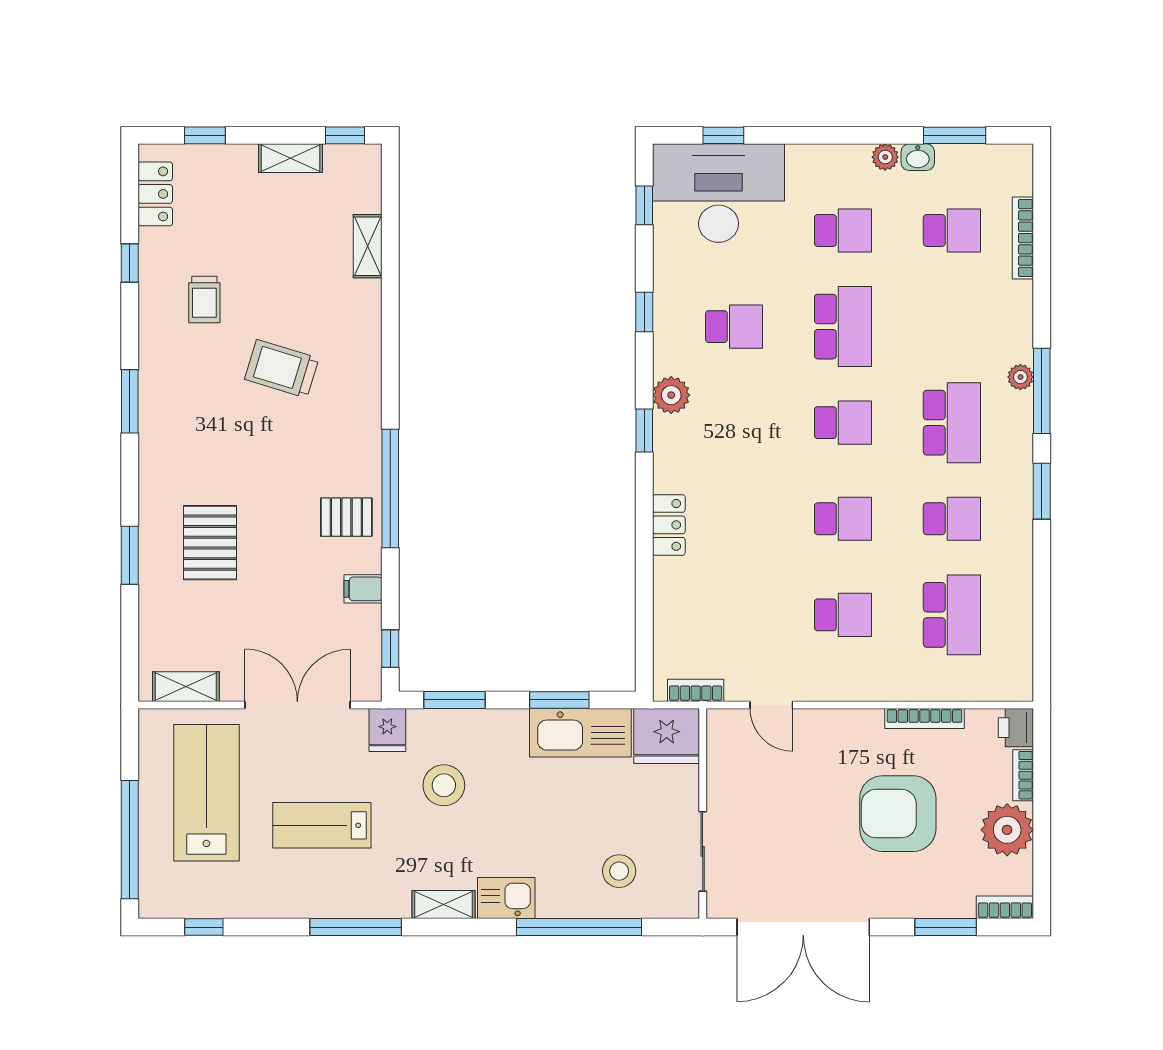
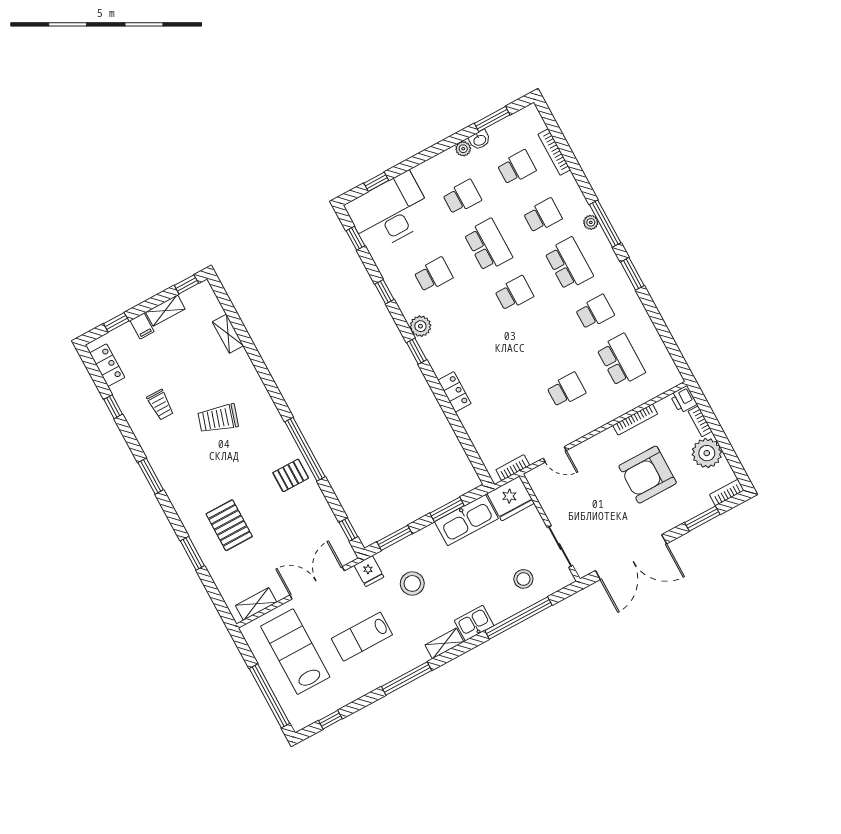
school desk: (843, 519) -> (543, 216), moved
filing cabinet: (363, 589) -> (142, 326), moved, turned -90

